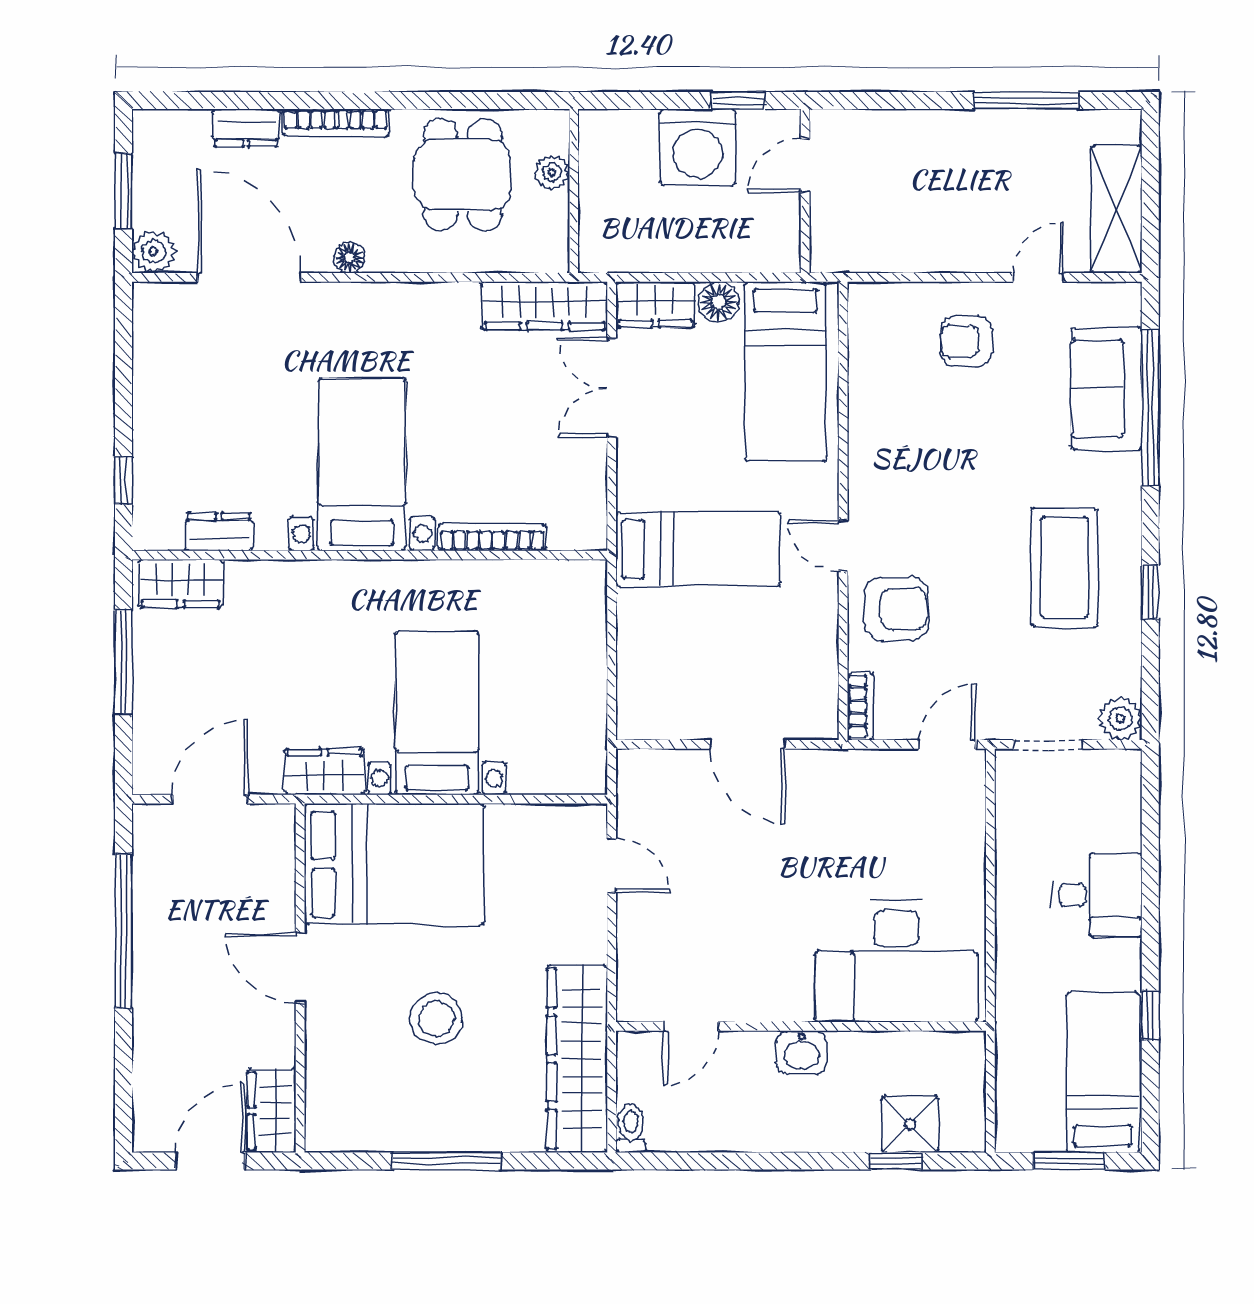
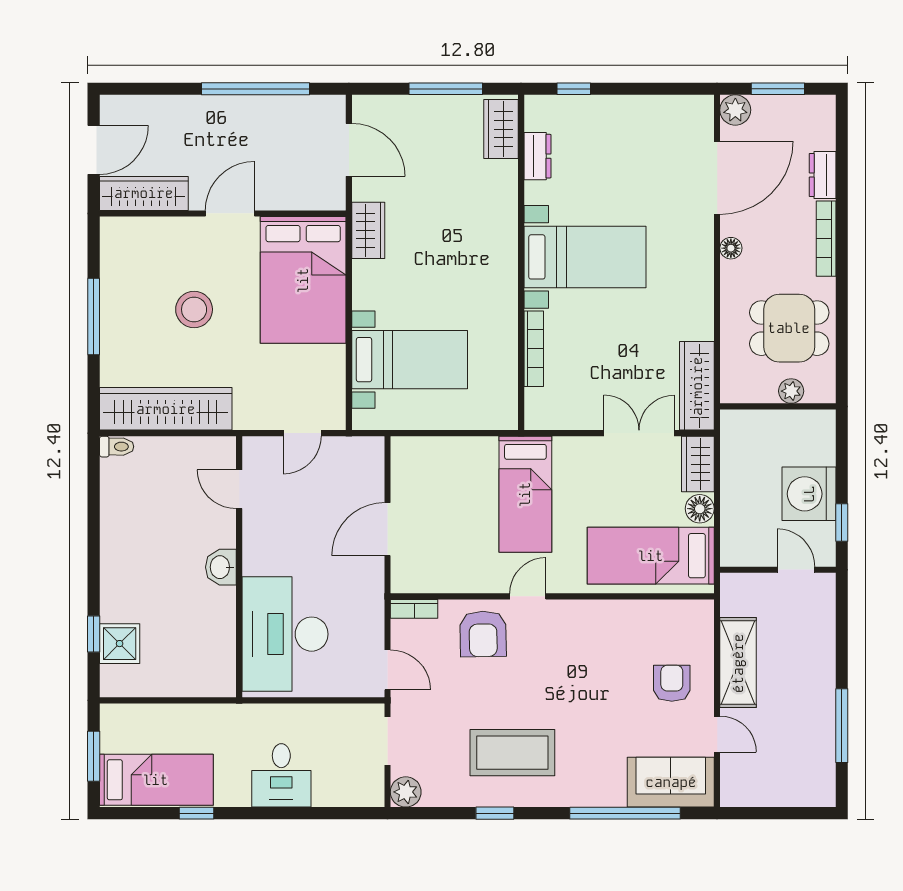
shelving: (1116, 209) -> (738, 663), moved, turned 90
sofa: (1106, 389) -> (671, 782), moved
bed with nightstands: (437, 713) -> (410, 360), moved
desk: (896, 961) -> (285, 634), moved
door: (691, 1026) -> (239, 489), moved
wall: (801, 1026) -> (239, 567), moved
washbasin: (801, 1052) -> (221, 567), moved
wardrobe: (272, 1111) -> (144, 193), width x1.50
door: (210, 1161) -> (94, 150), hinge flipped

